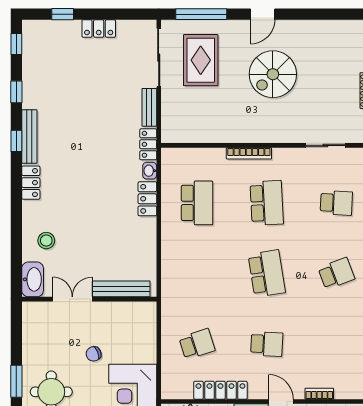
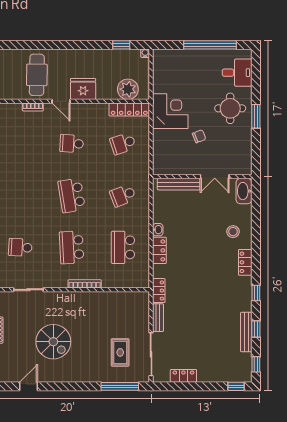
window: (63, 14) -> (236, 386), moved
door: (263, 14) -> (28, 386), moved
locker: (99, 28) -> (183, 376), moved
rug: (201, 60) -> (120, 352), width x0.73, depth x0.70
spiral stairs: (273, 74) -> (53, 342), moved, turned 90
bench: (29, 136) -> (246, 332), moved
washbasin: (150, 171) -> (158, 230), moved
stool: (46, 241) -> (233, 232), moved
school desk: (336, 273) -> (123, 195), moved
locker: (220, 390) -> (129, 109), moved

